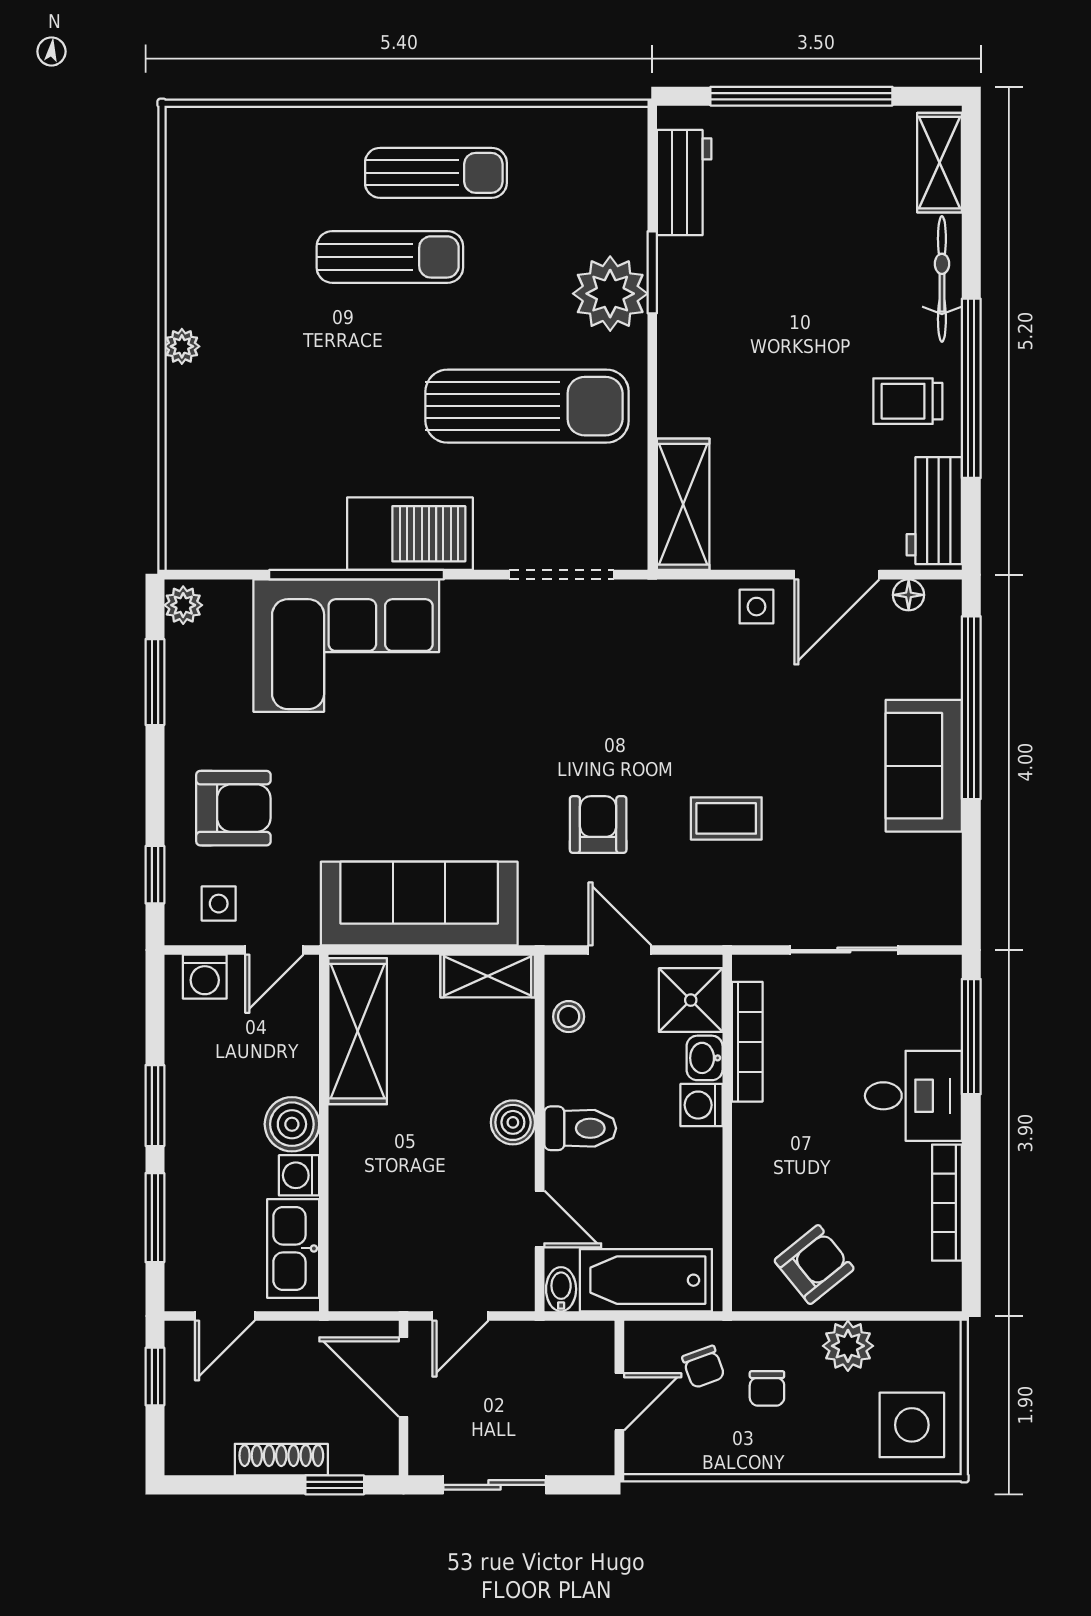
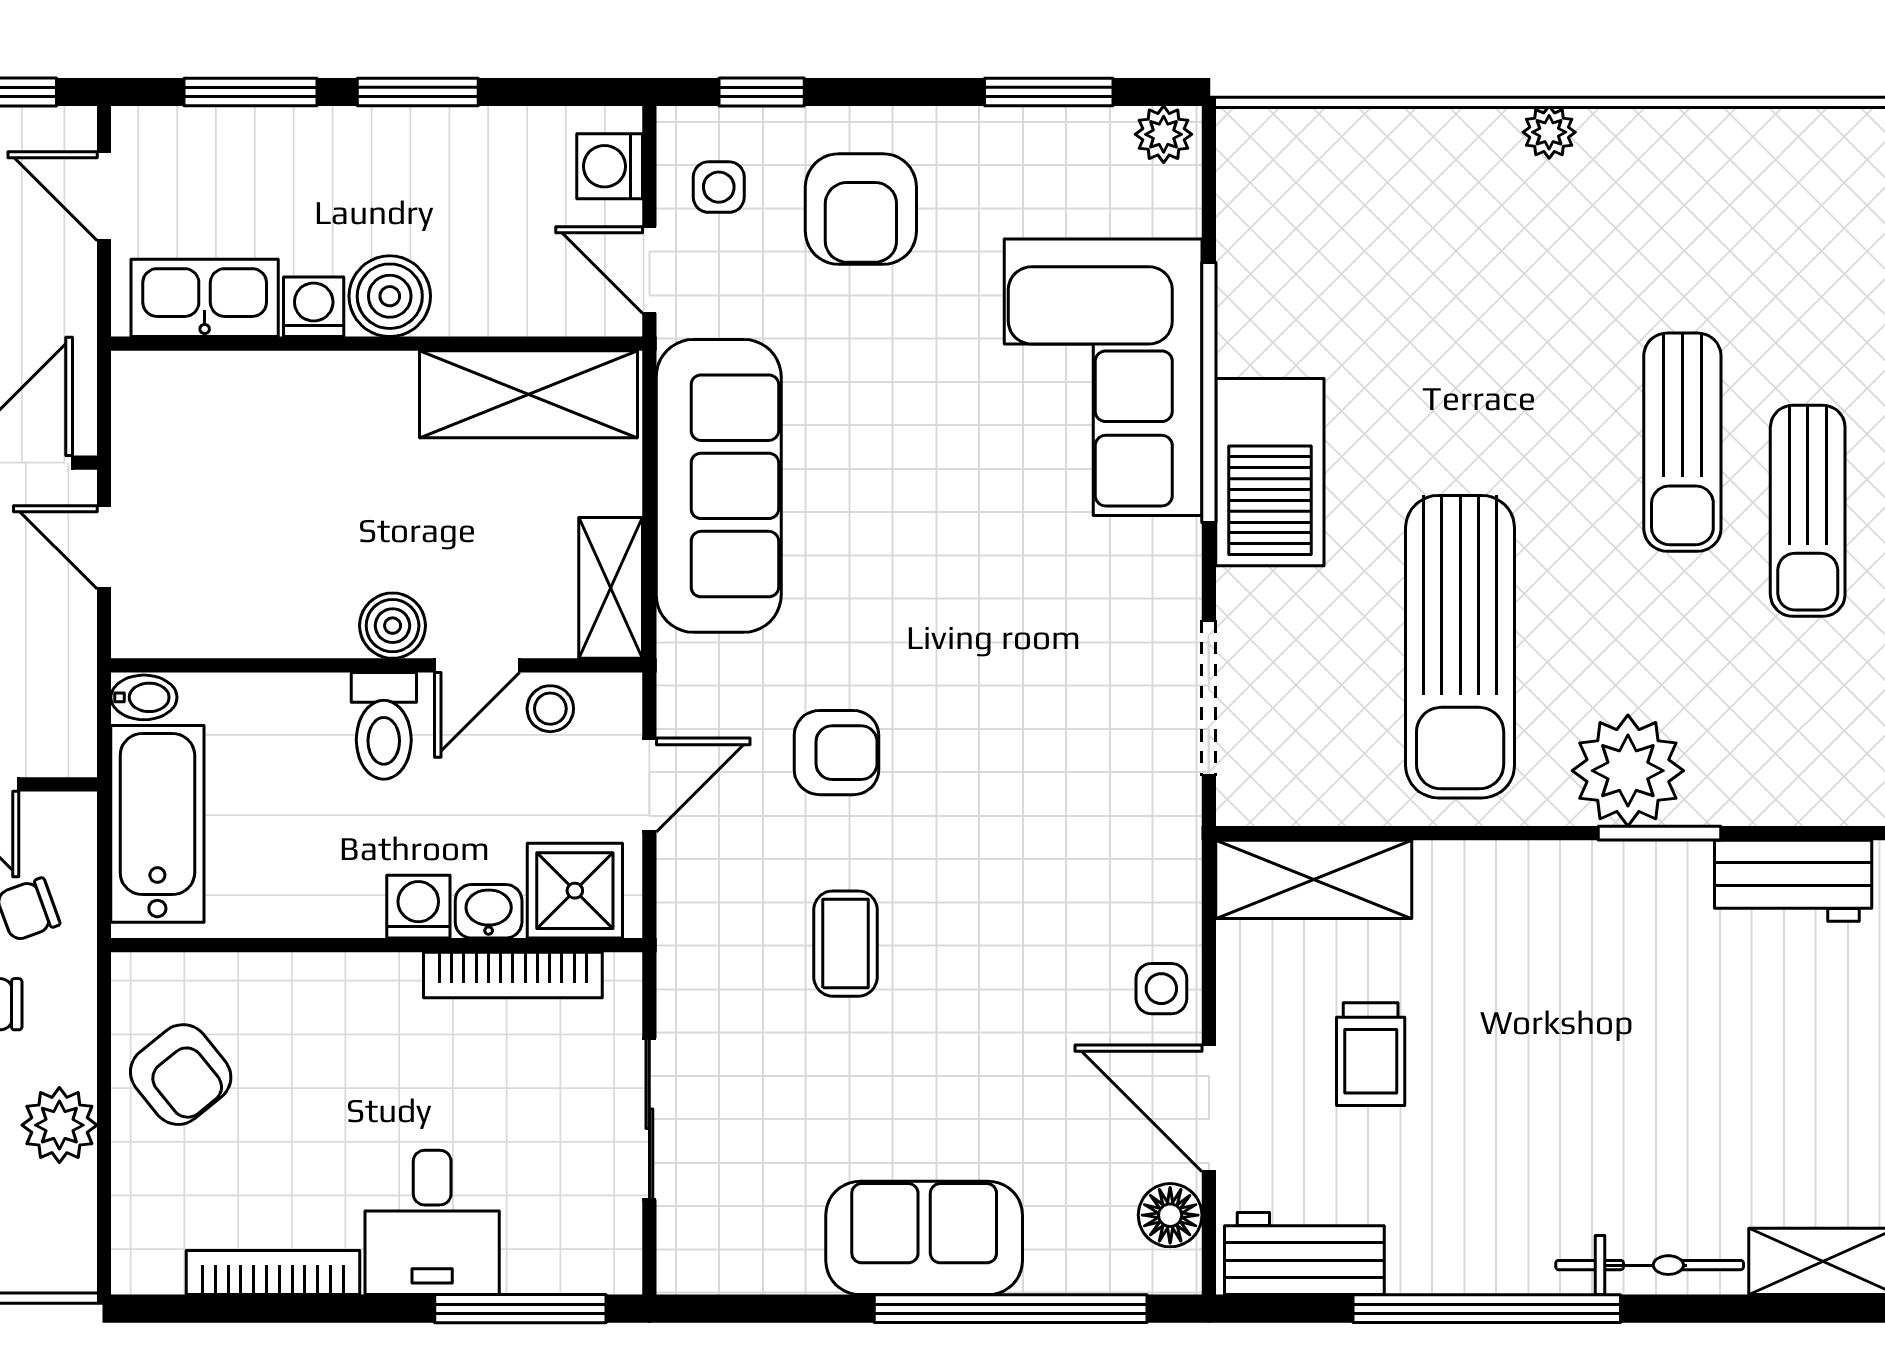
trolley: (908, 401) -> (1371, 1054), moved, turned 180
floor lamp: (909, 595) -> (1170, 1215), width x1.37, depth x1.37
door: (540, 1219) -> (477, 665), moved

